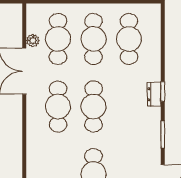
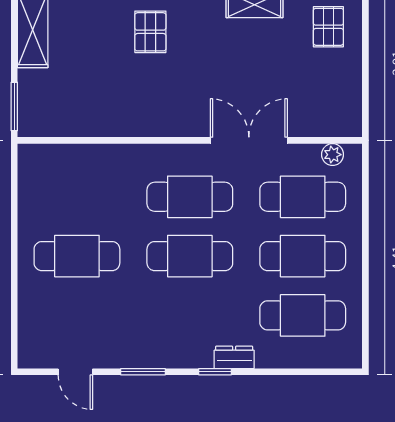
plant: (33, 41) -> (333, 155), moved
dresser: (154, 94) -> (234, 357), moved

